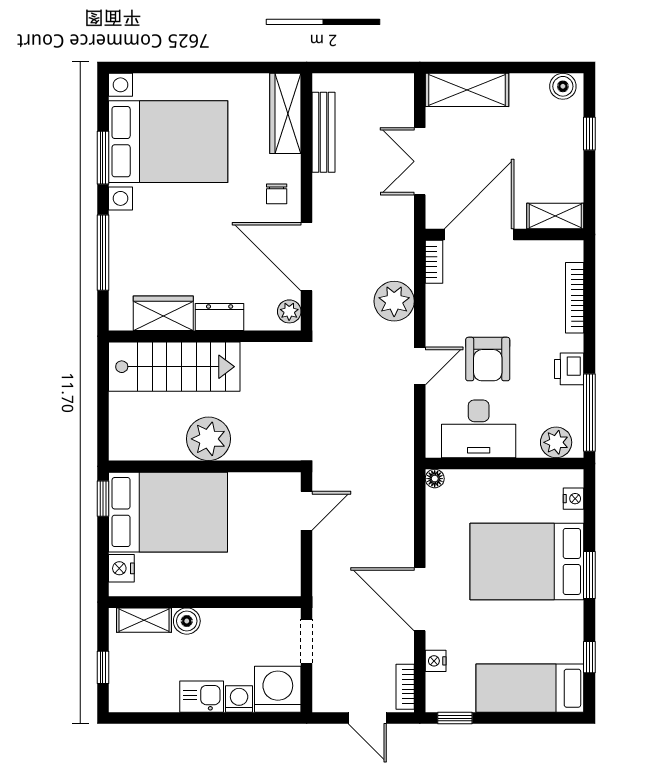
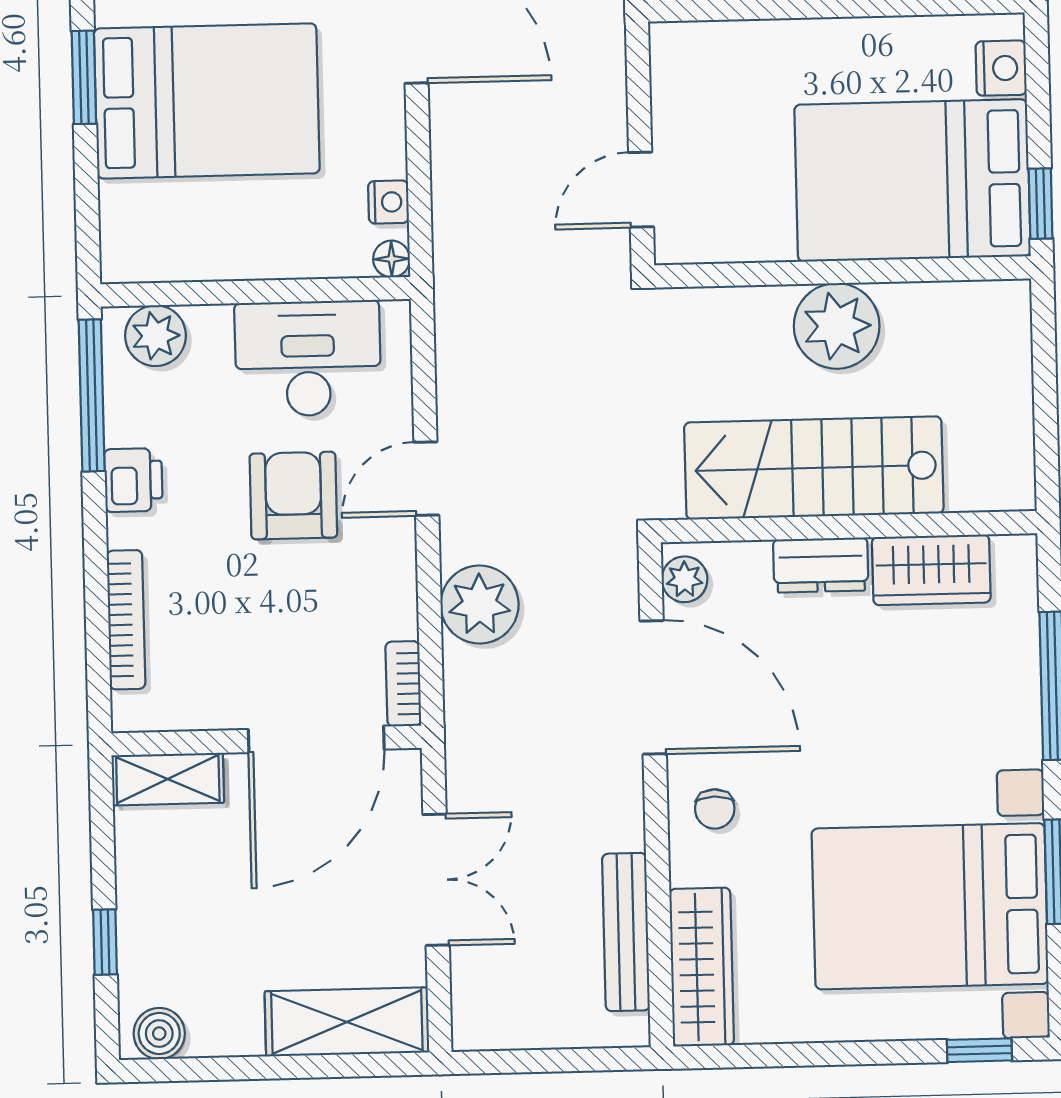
window: (145, 68) -> (979, 1050), added
chair: (277, 194) -> (715, 809), turned 180
stairs: (174, 367) -> (814, 468), moved
nightstand: (574, 499) -> (388, 202), moved, turned 180

